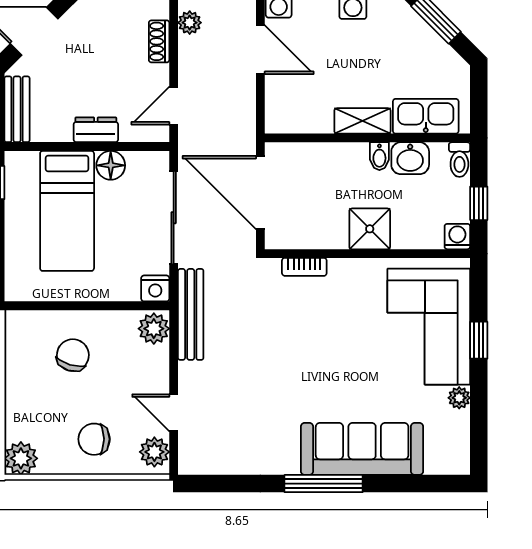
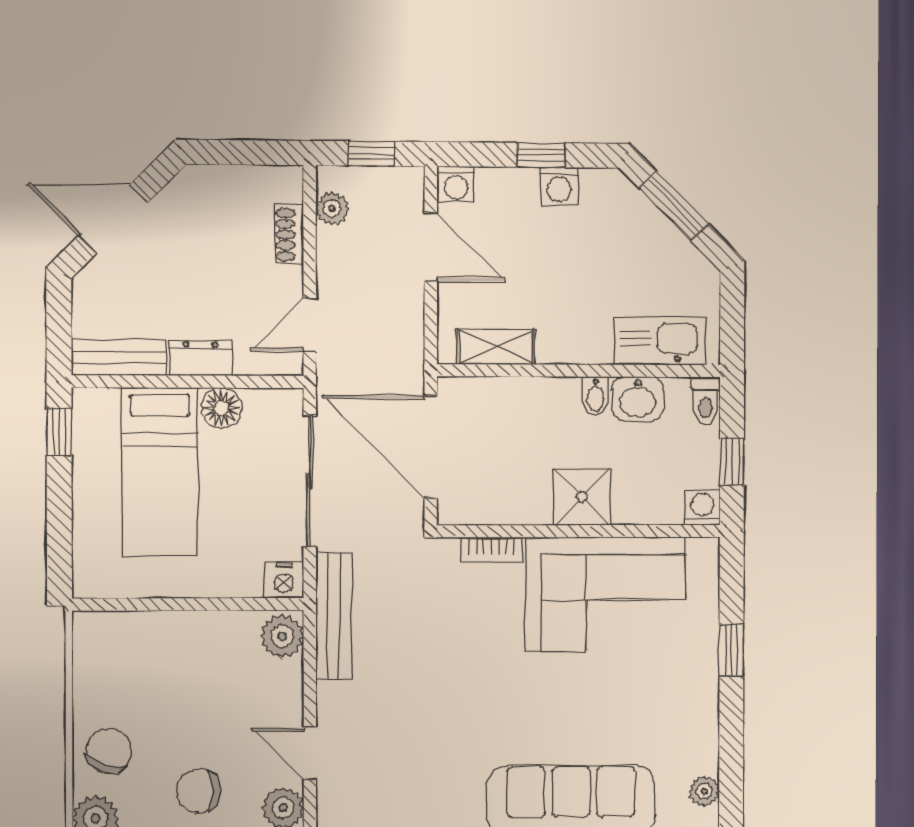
bench: (17, 109) -> (119, 358), moved, turned 90
shelving: (362, 121) -> (496, 347), moved
corner sofa: (429, 327) -> (605, 594), moved, turned -90
chair: (73, 355) -> (109, 751), moved
plant: (459, 398) -> (704, 791), moved

